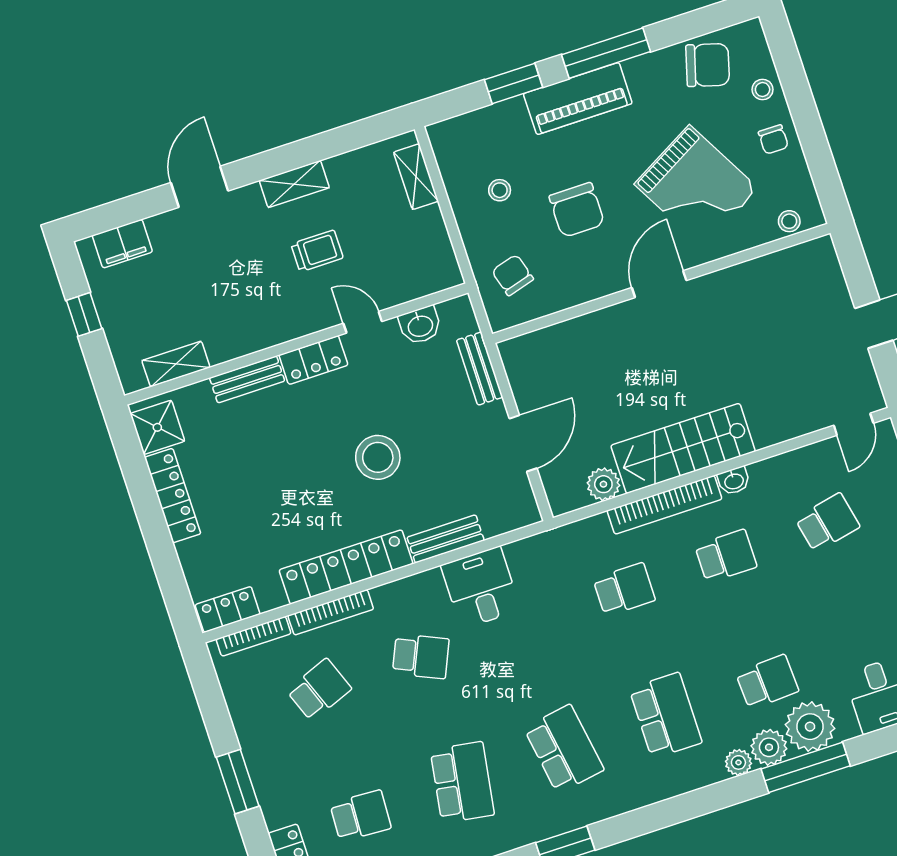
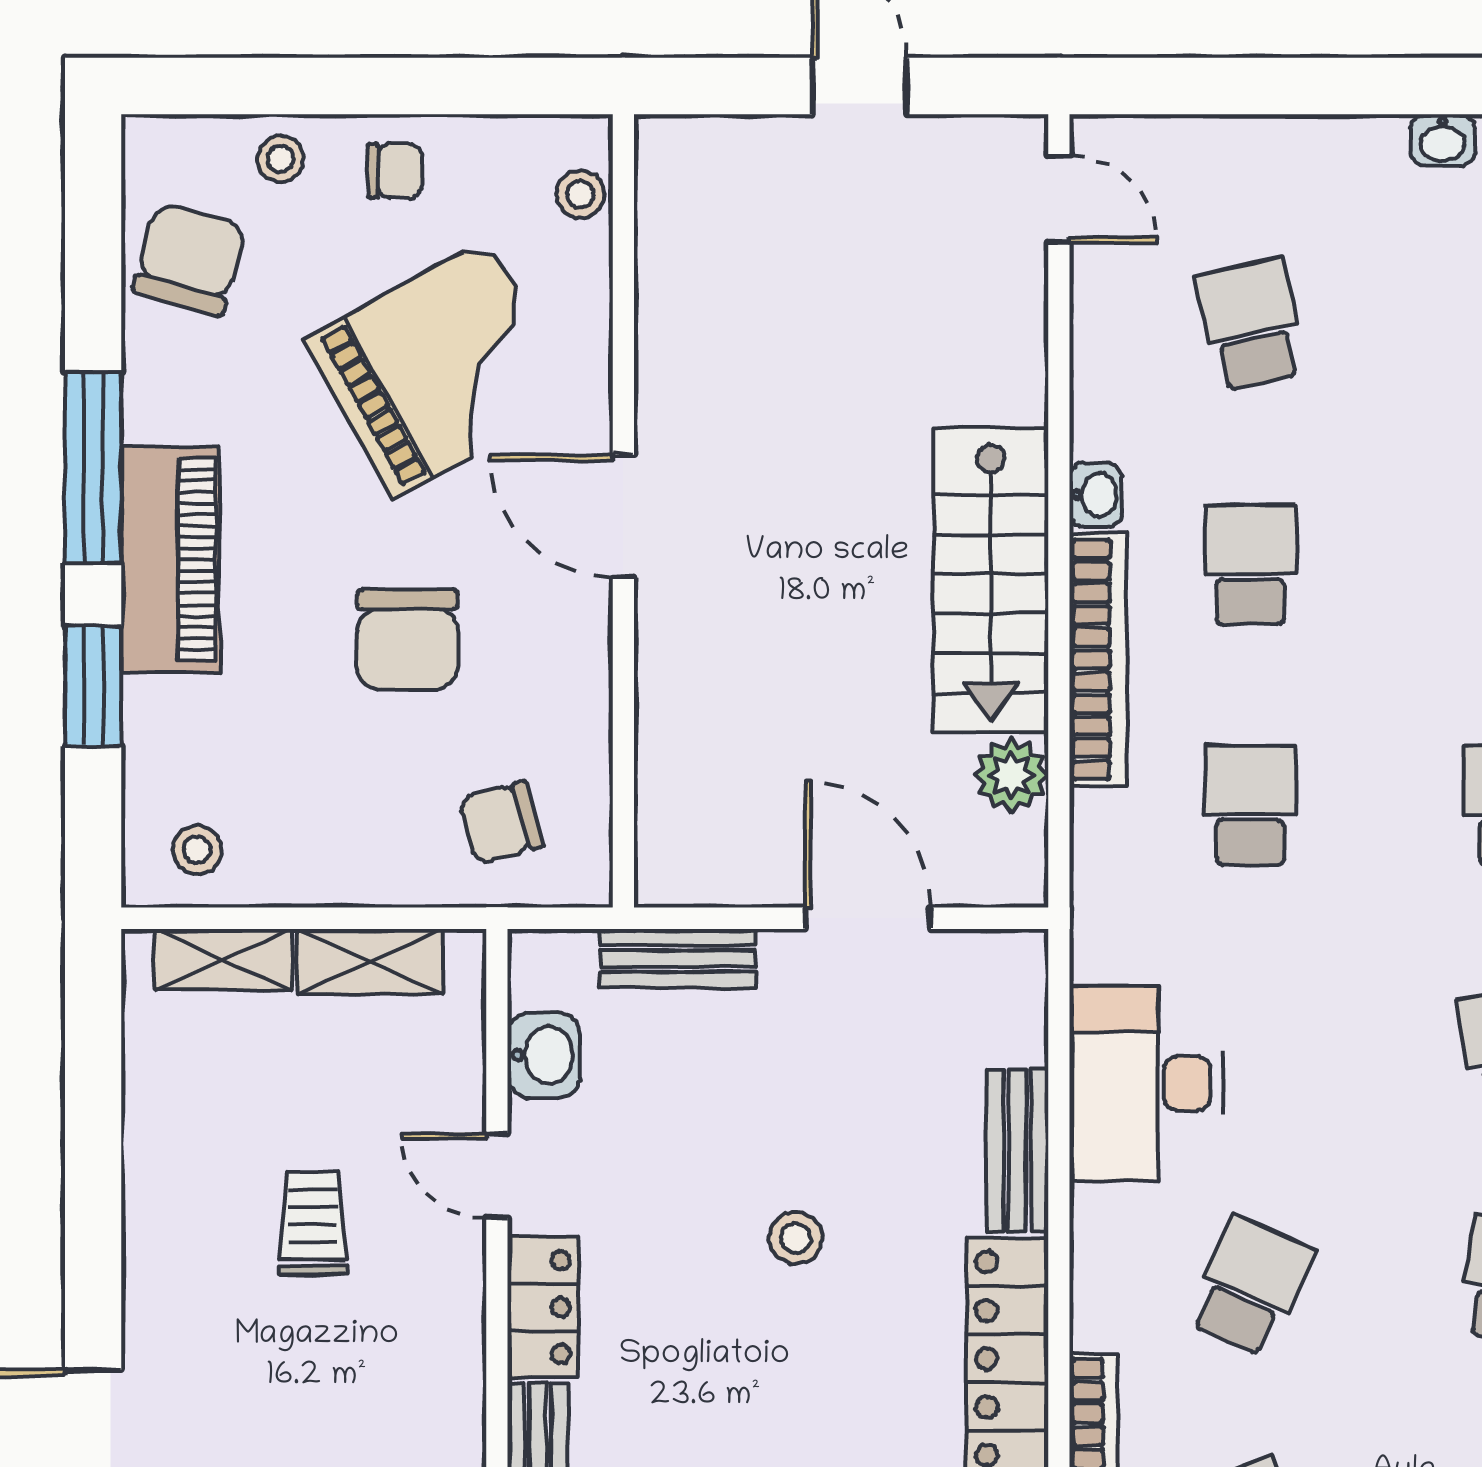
shelving: (294, 184) -> (370, 961), moved, turned 90
stool: (500, 190) -> (197, 850), moved
chair: (577, 210) -> (407, 640), turned 90
door: (363, 322) -> (497, 1176), hinge flipped
stool: (378, 457) -> (796, 1238), width x0.53, depth x0.53
desk: (481, 588) -> (1146, 1083), width x1.37

